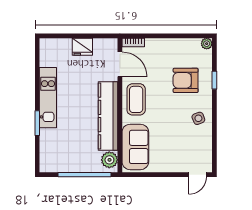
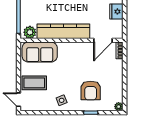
armchair: (186, 80) -> (91, 91), turned 180
coffee table: (136, 99) -> (34, 83), moved

